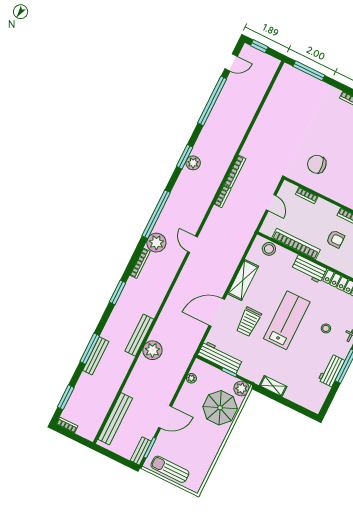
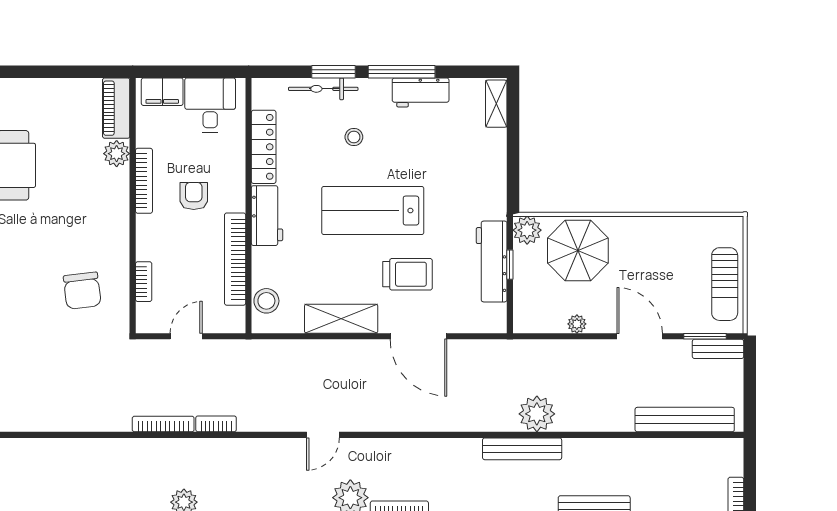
workbench: (220, 357) -> (492, 261), moved
plant: (191, 378) -> (577, 324), moved
shelving: (273, 386) -> (496, 104), moved

